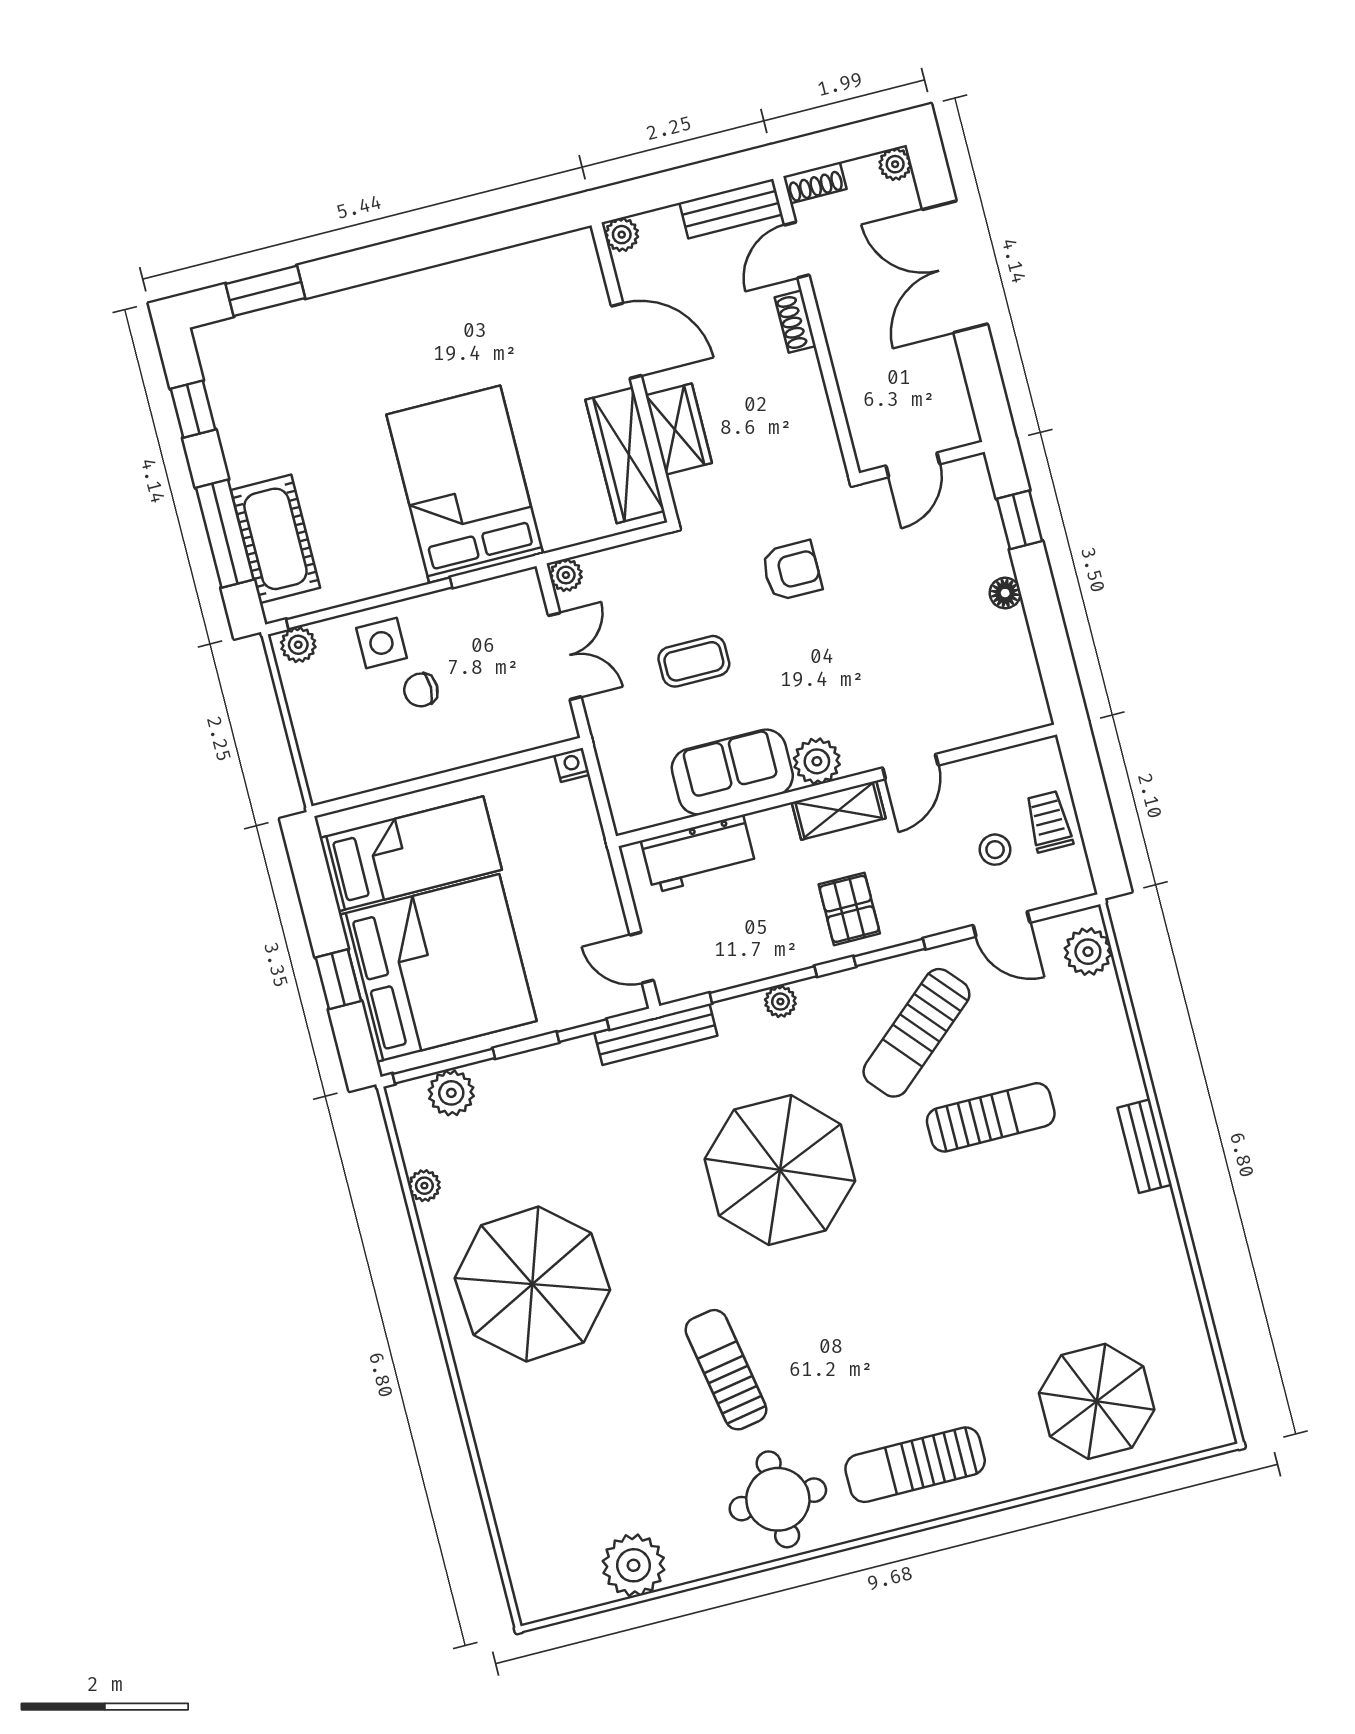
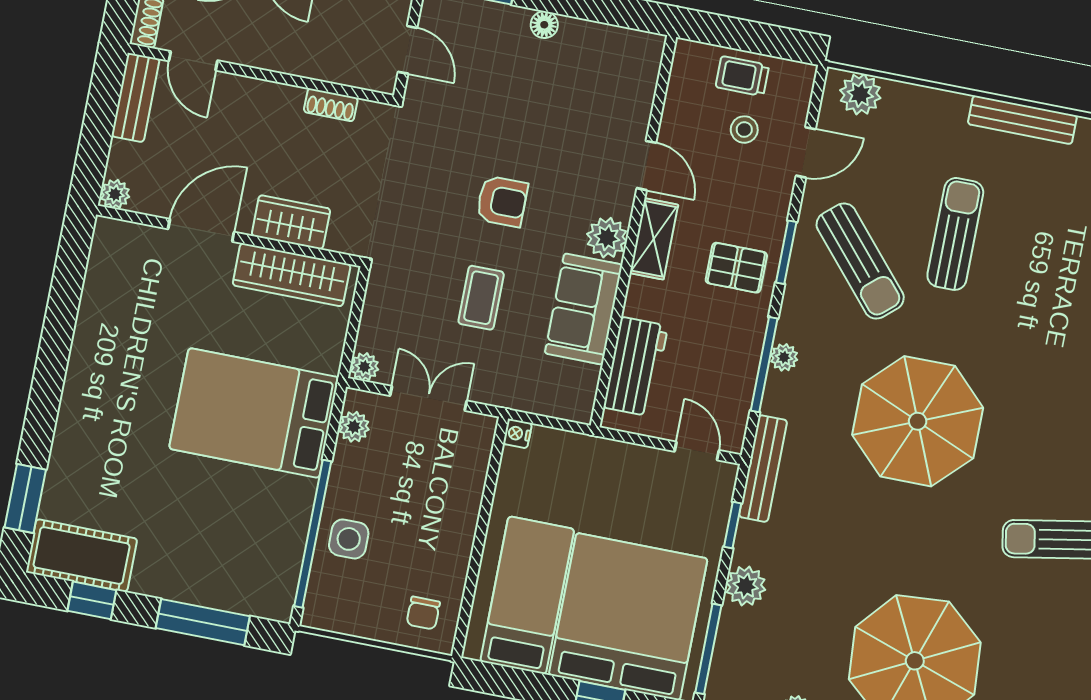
shoe rack: (795, 322) -> (331, 105), moved
cot: (275, 539) -> (82, 556), moved
armchair: (792, 571) -> (502, 201), moved, turned 90
plant: (298, 645) -> (354, 427), moved
chair: (421, 690) -> (423, 613), moved
door: (642, 958) -> (697, 451), swing flipped
plant: (451, 1093) -> (746, 586), moved
bench: (1145, 1146) -> (1022, 120), width x1.36

